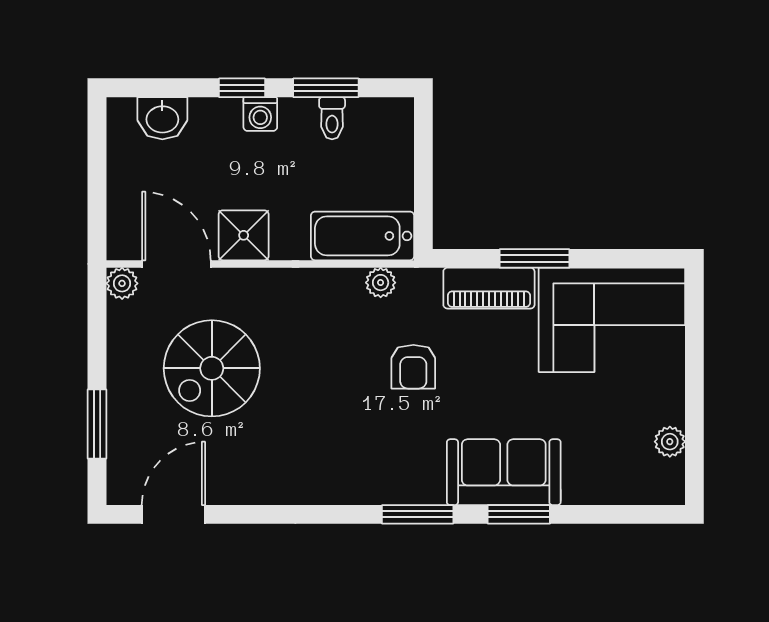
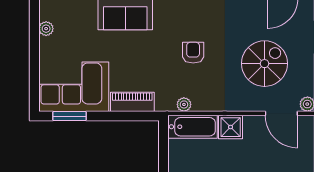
shower: (244, 235) -> (231, 127), moved
window: (534, 258) -> (70, 116), moved
armchair: (413, 367) -> (193, 53), moved

